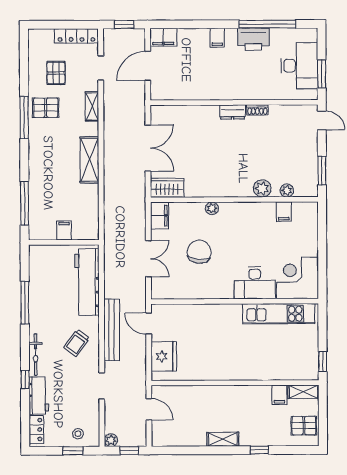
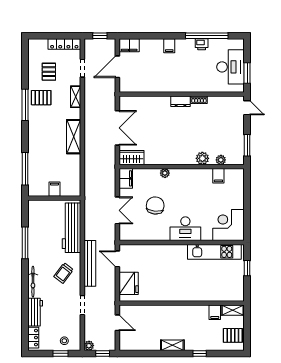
printer: (253, 39) -> (202, 44), width x0.53, depth x0.68
desk: (255, 283) -> (185, 229), moved
window: (323, 362) -> (247, 268), moved
window: (25, 380) -> (25, 300), removed

